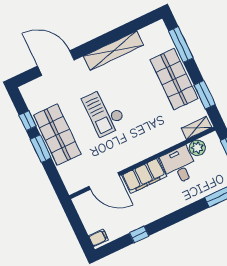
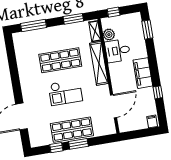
shelving: (113, 51) -> (99, 63), moved
shop shelf: (174, 79) -> (60, 60), moved
filing cabinet: (144, 176) -> (143, 73), moved, turned 180

